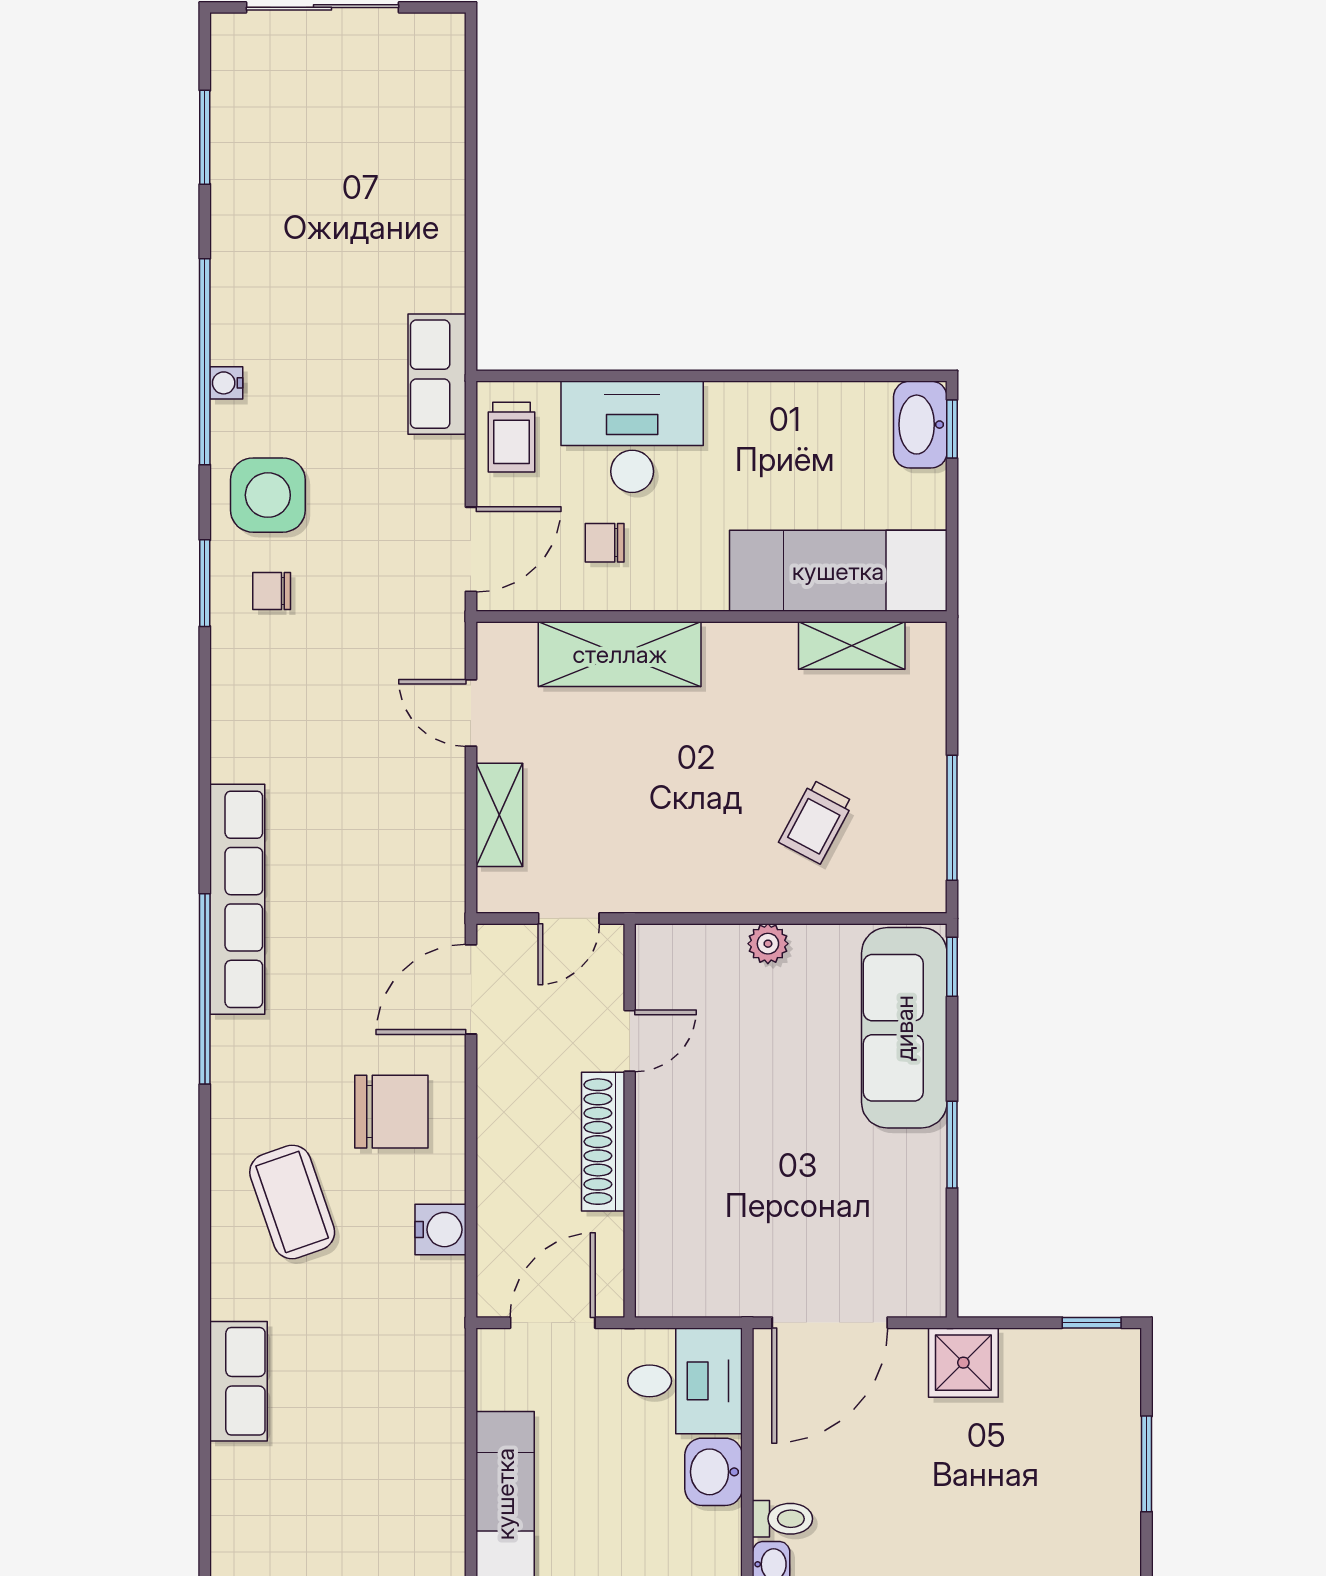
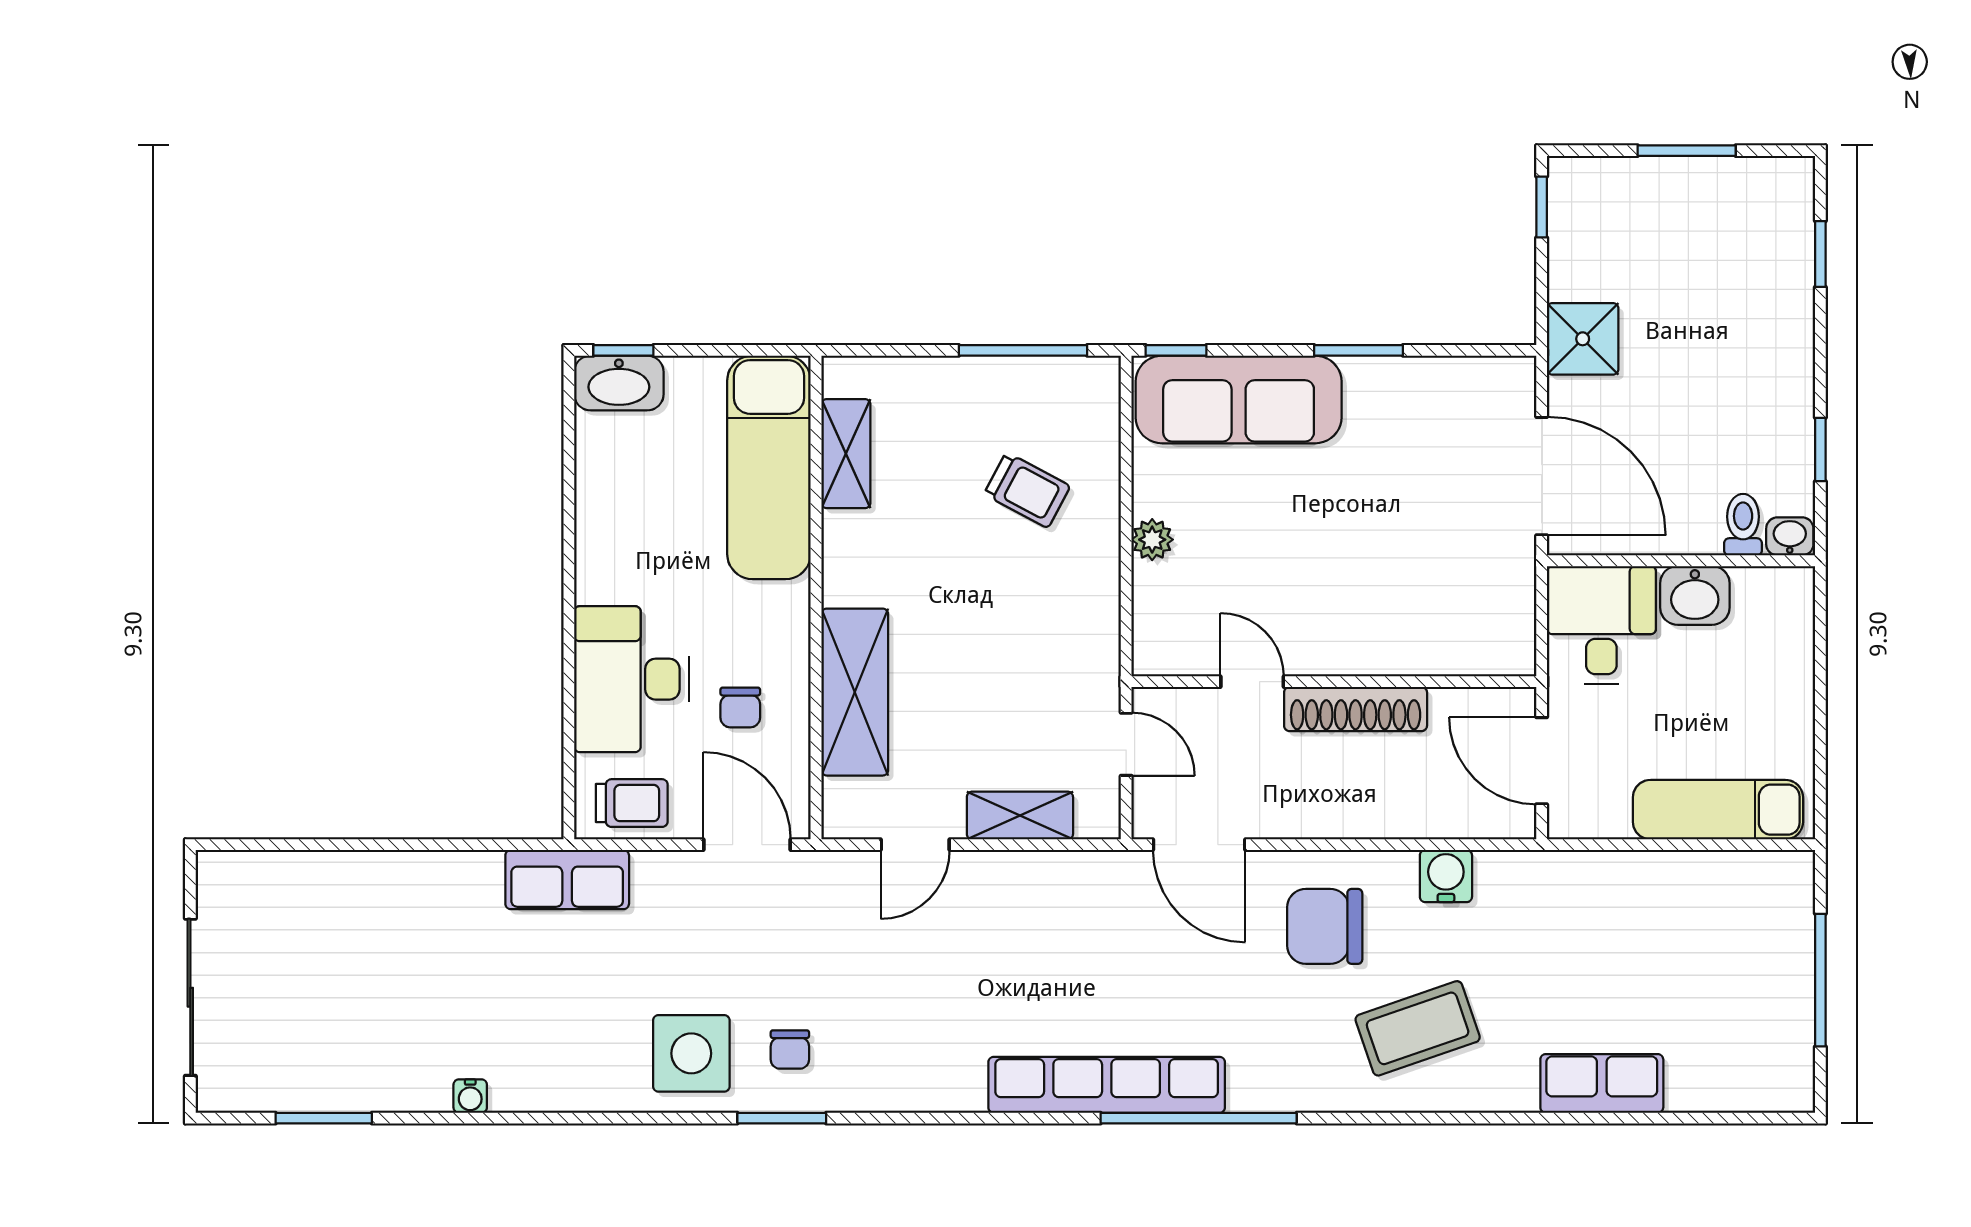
window: (205, 362) -> (554, 1118), removed
water cooler: (226, 383) -> (470, 1096), moved
chair: (391, 1112) -> (1325, 926), turned -90

